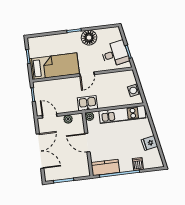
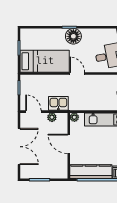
floor lamp: (89, 38) -> (73, 36), moved
door: (87, 74) -> (77, 73), swing flipped
kitchen sink: (87, 103) -> (58, 103), moved
kitchen counter: (105, 167) -> (91, 172), width x1.50

